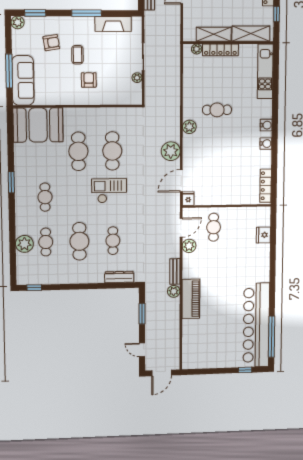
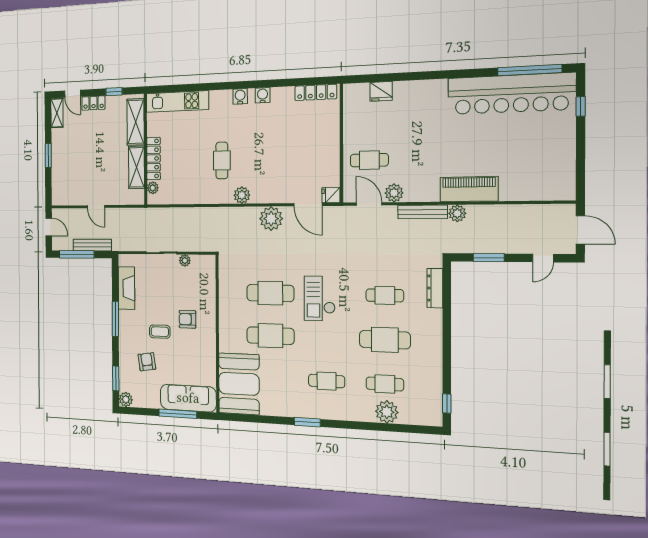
bench: (175, 271) -> (422, 212), width x1.36

